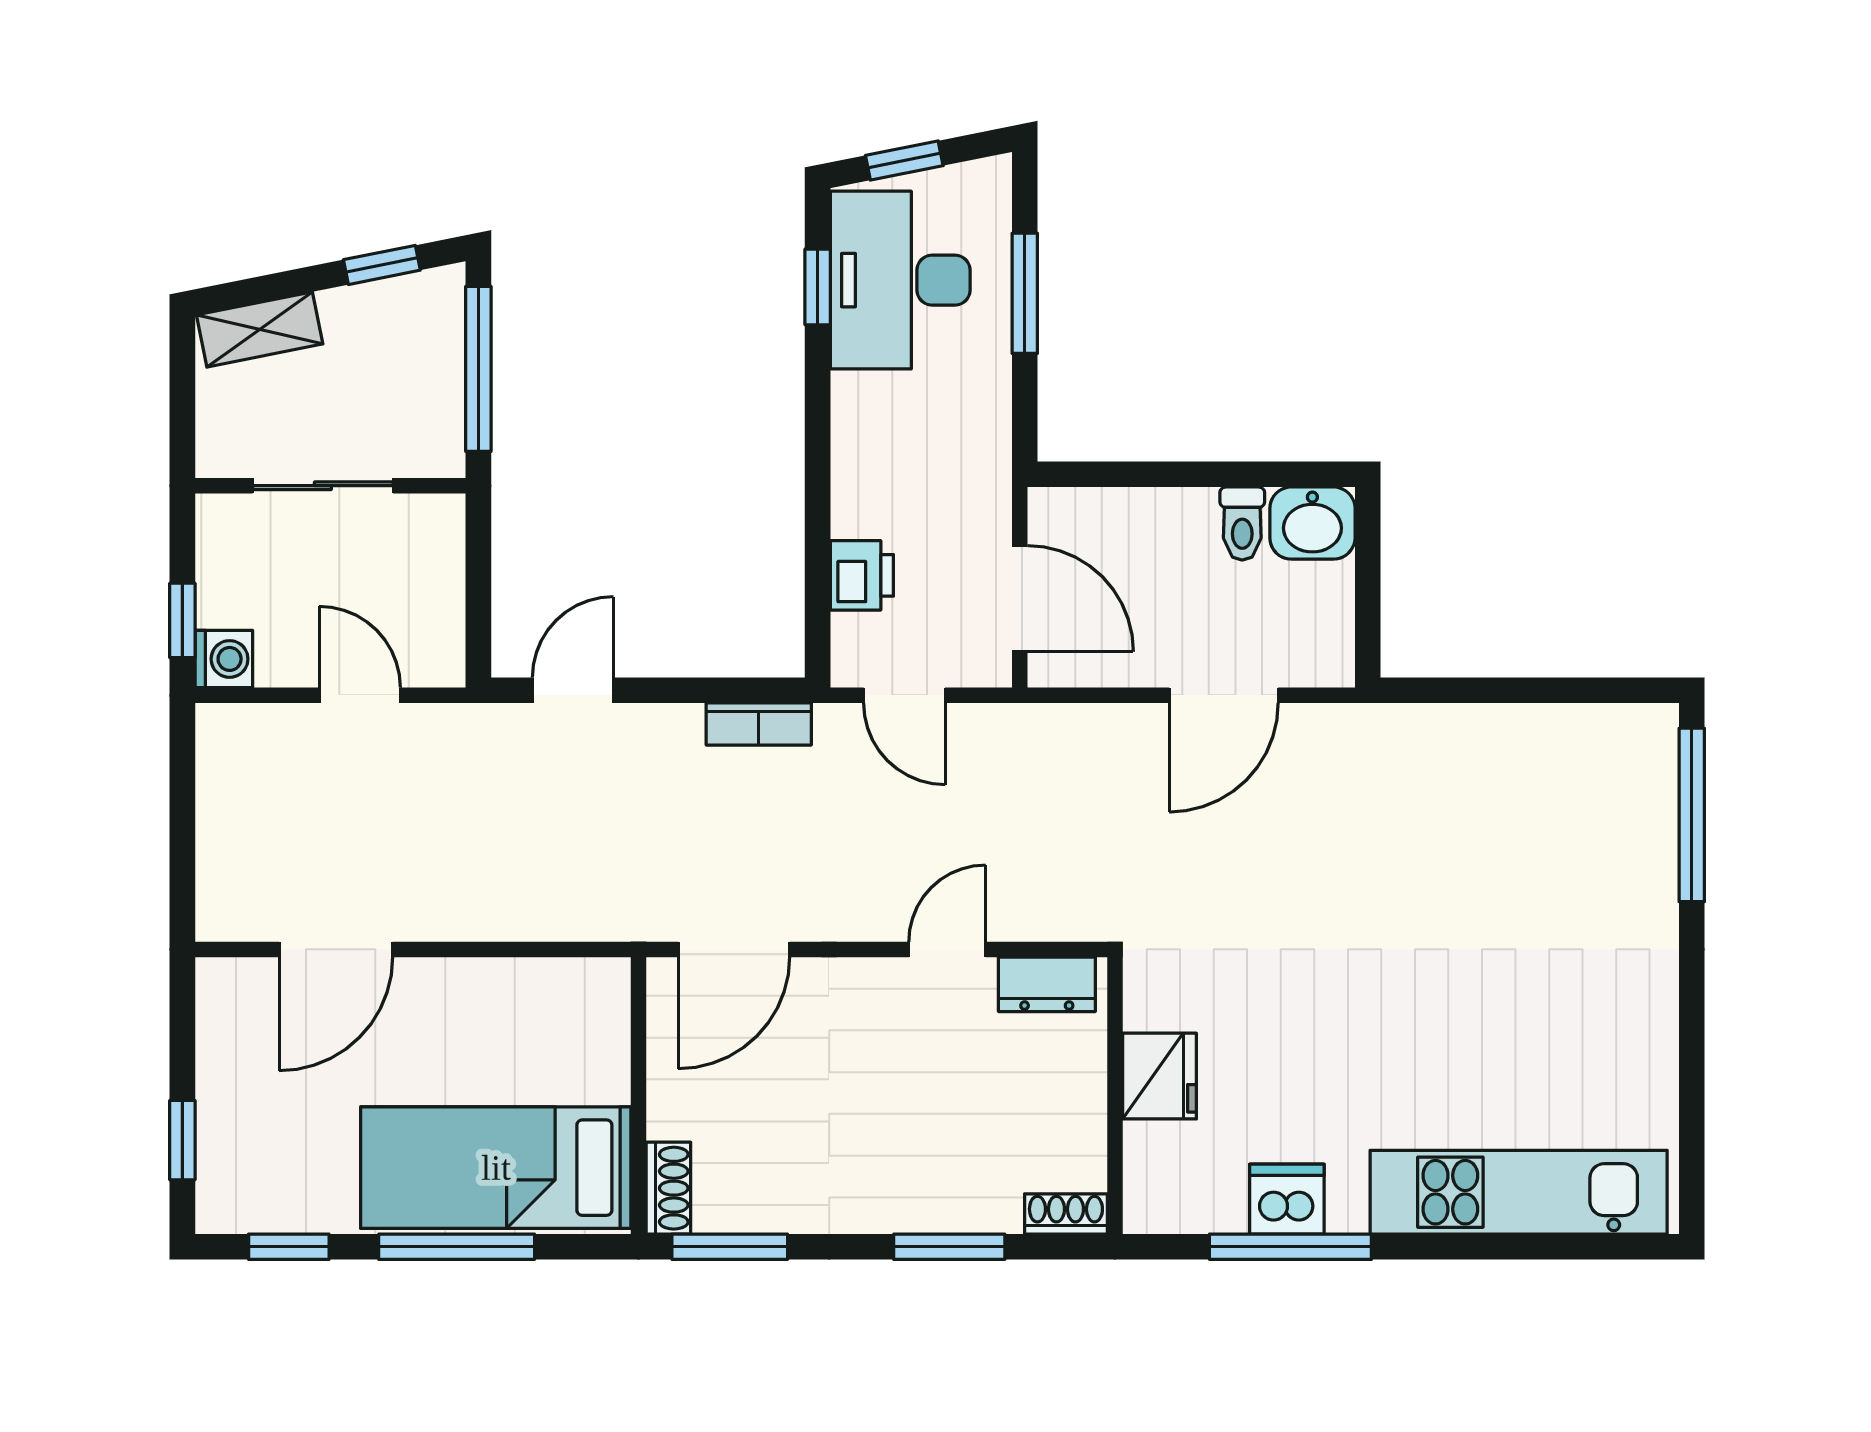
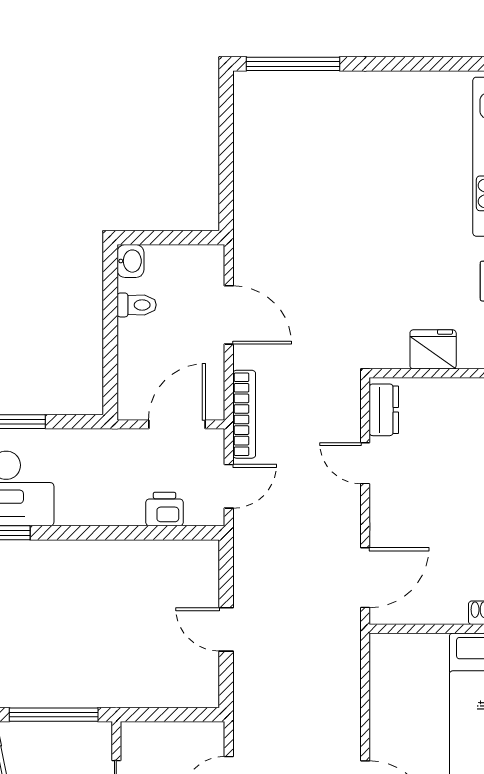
washbasin: (1312, 523) -> (130, 261), width x0.72, depth x0.69
door: (573, 690) -> (226, 629), moved
bookcase: (759, 724) -> (244, 414), moved, width x1.56
door: (734, 949) -> (365, 578), hinge flipped

